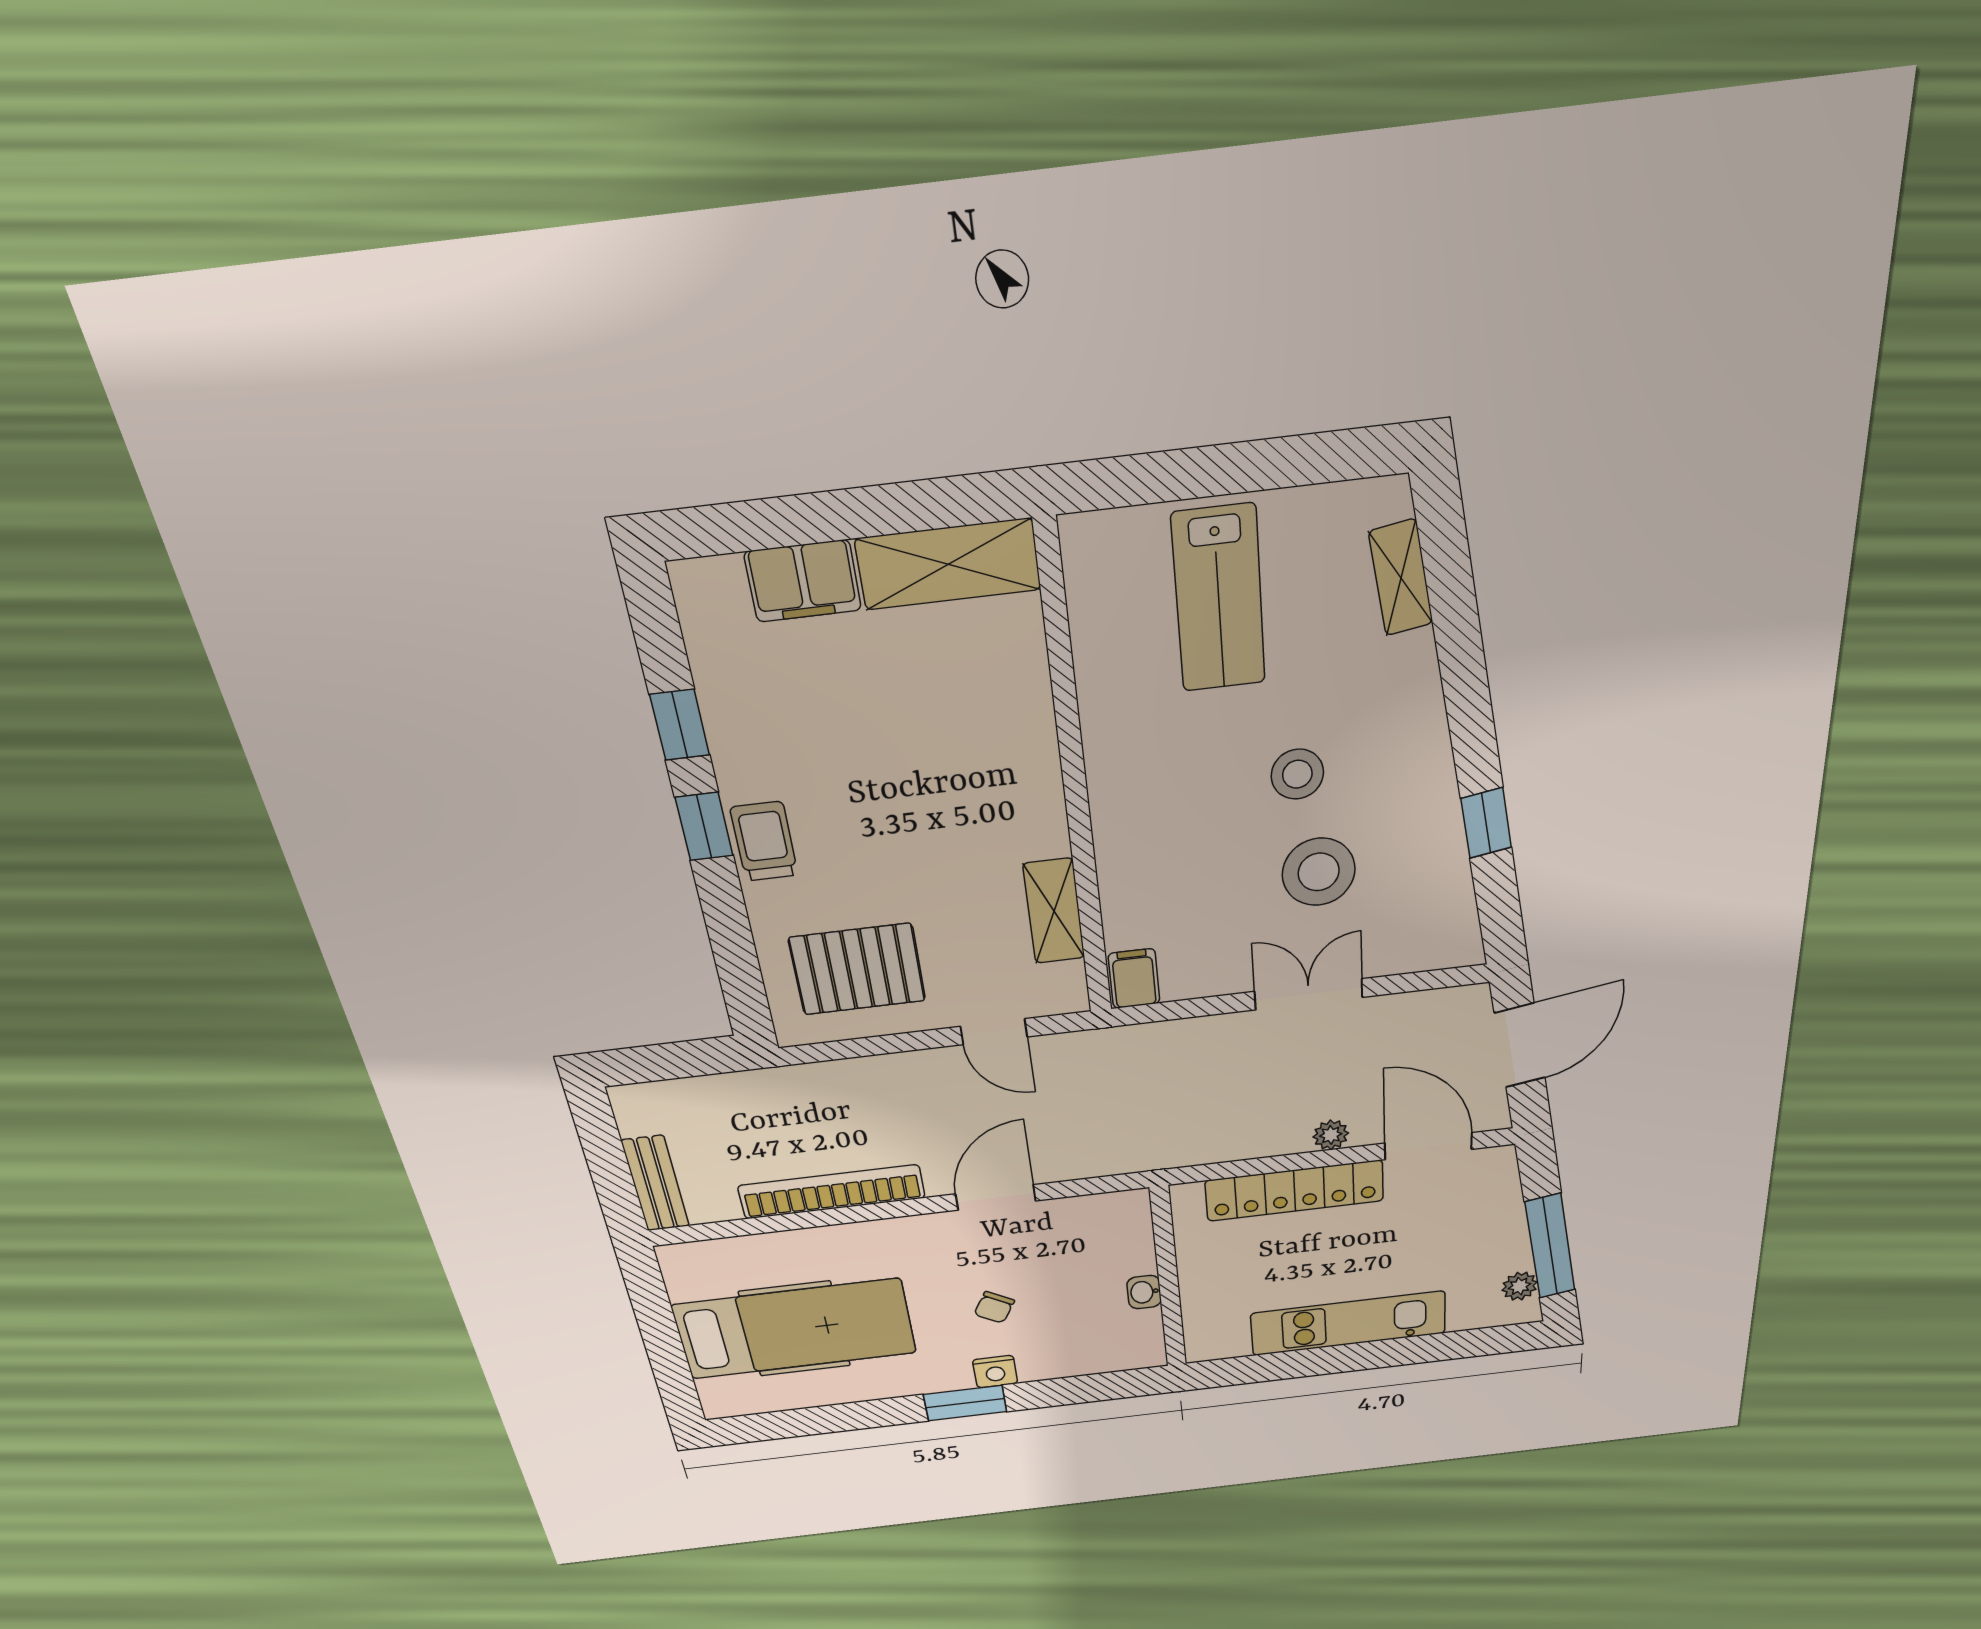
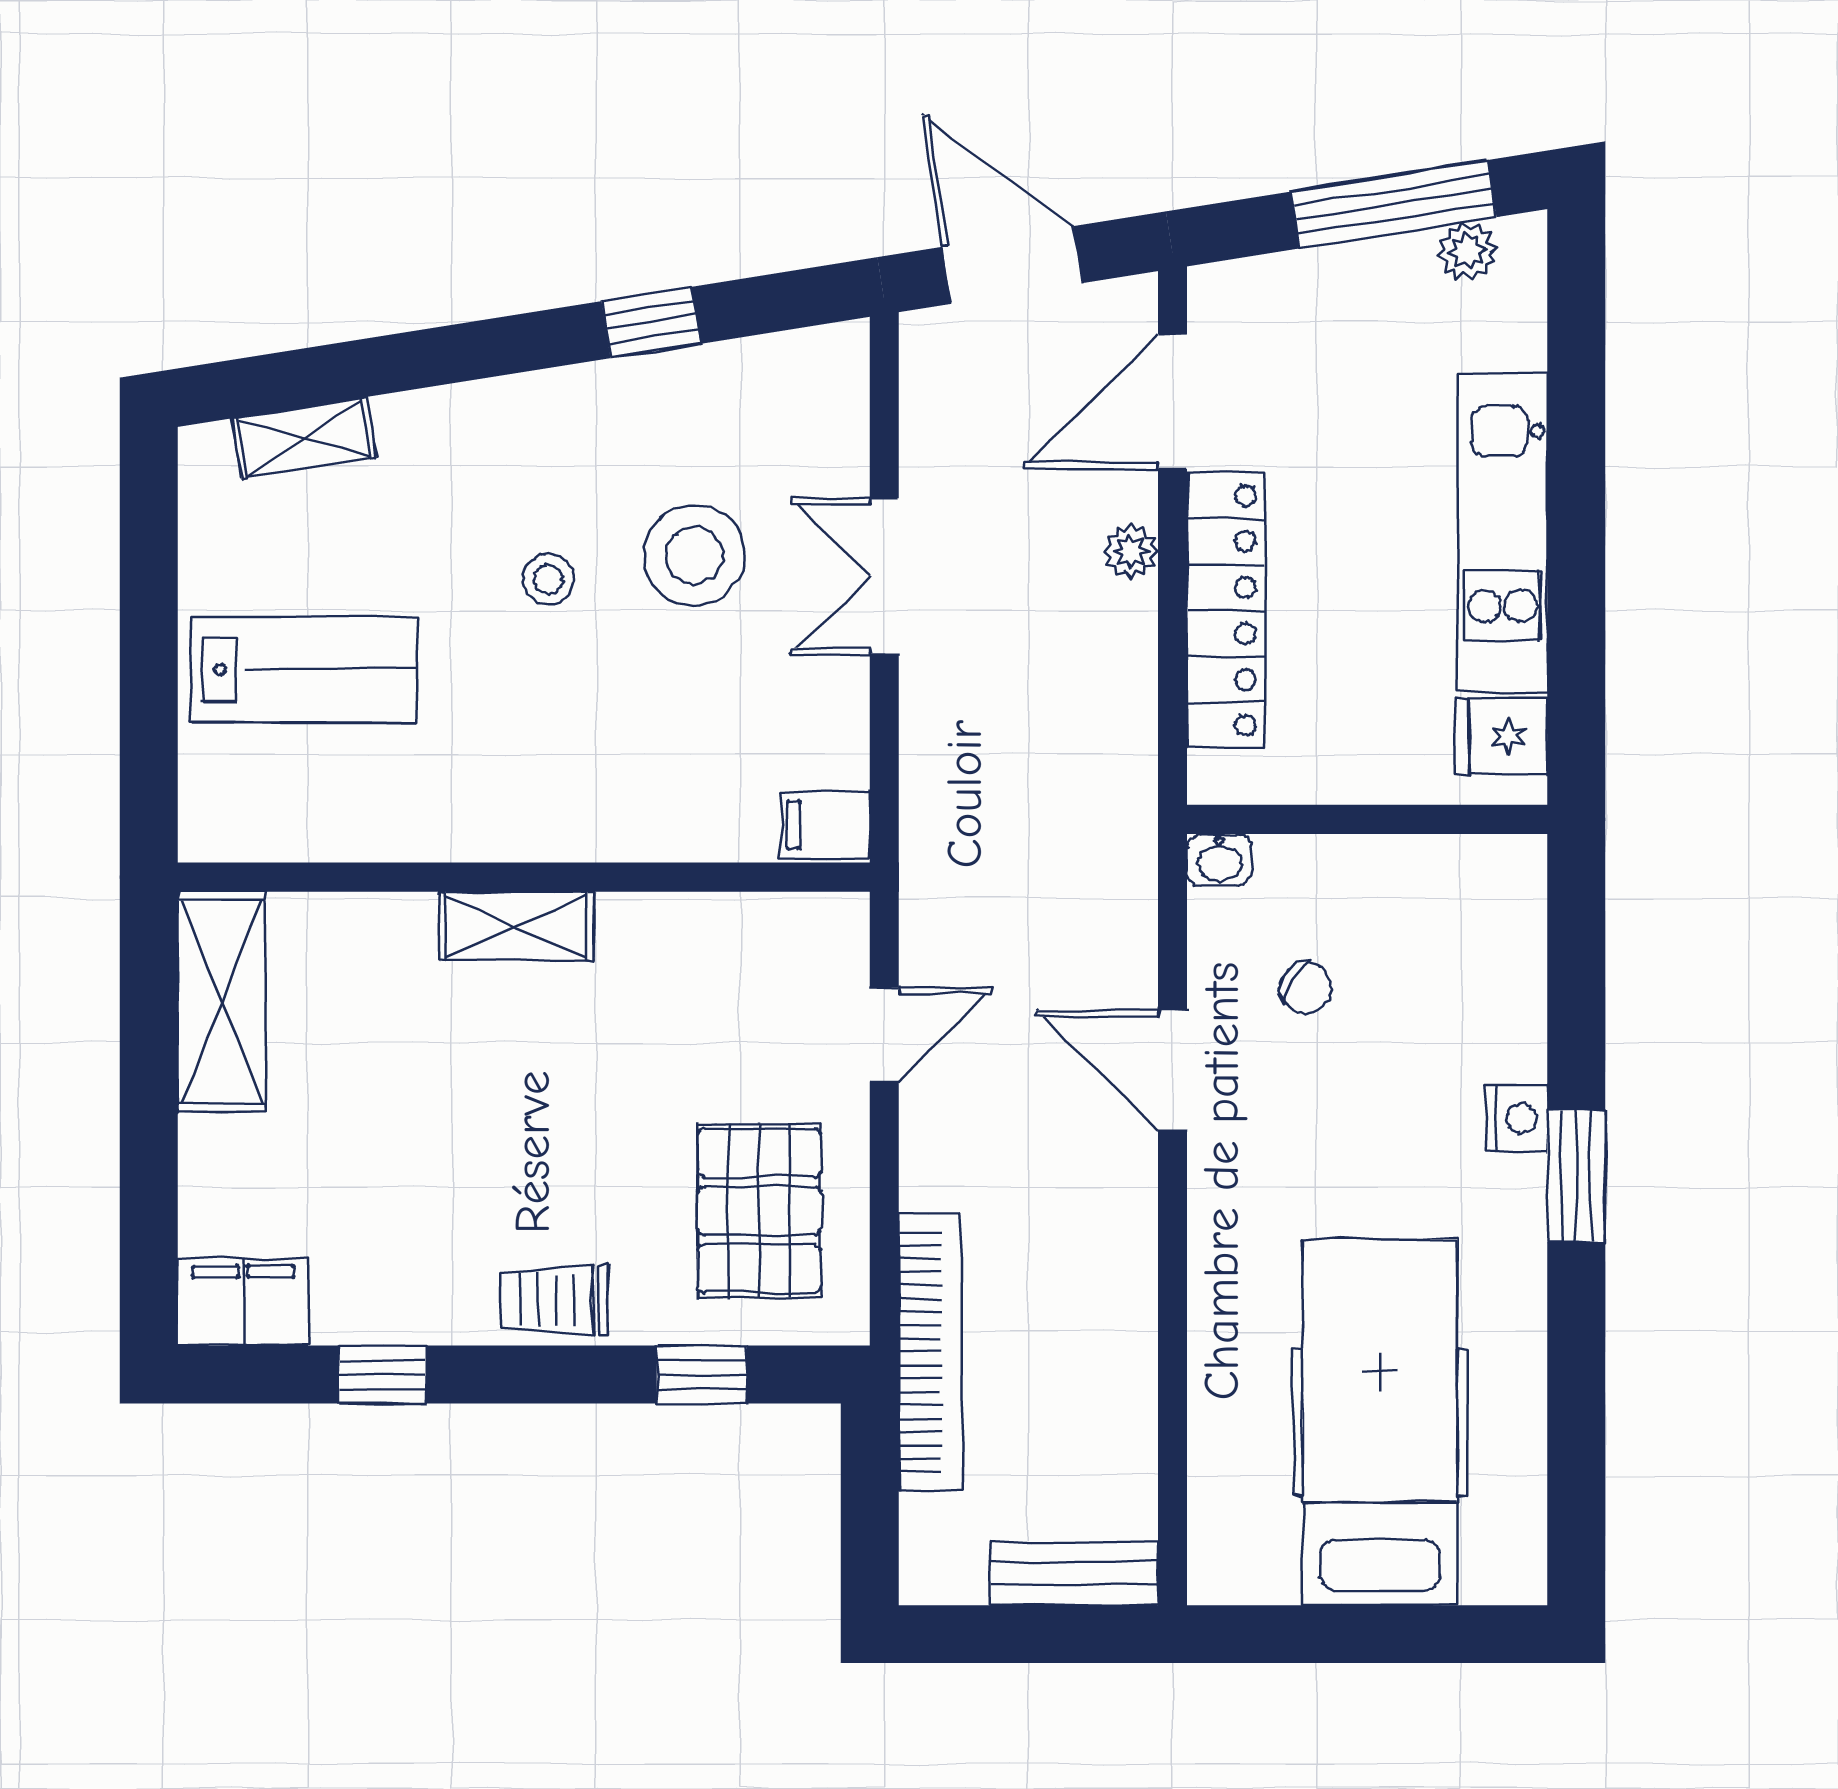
filing cabinet: (803, 581) -> (243, 1302), moved, turned -90
stool: (1297, 774) -> (548, 579), width x0.73, depth x0.73
window: (704, 827) -> (702, 1375), moved
shelving: (1054, 911) -> (516, 926), moved
bookcase: (832, 1192) -> (930, 1352), moved, turned 180
washbasin: (1144, 1292) -> (1219, 860), moved
chair: (994, 1307) -> (1306, 988), moved
fridge: (1225, 1337) -> (1501, 736), added

